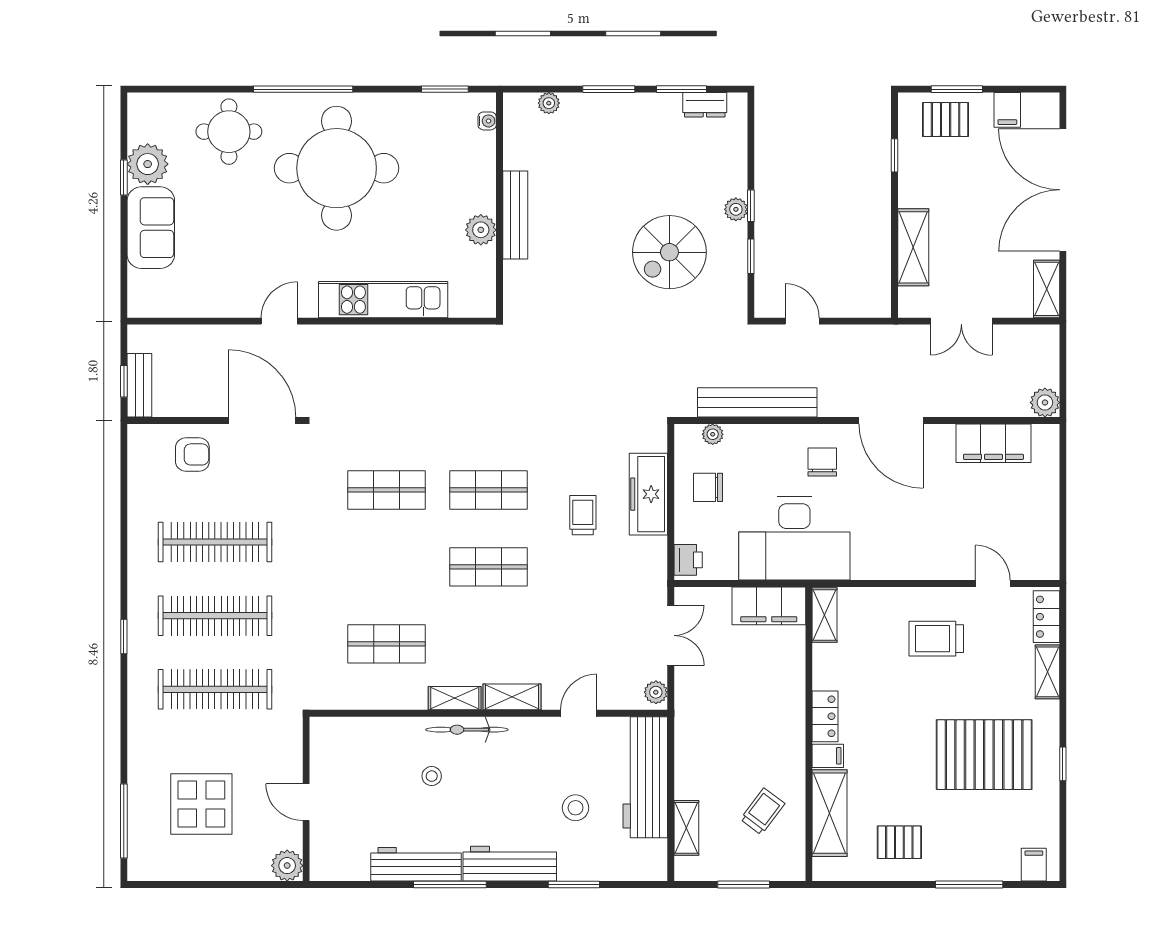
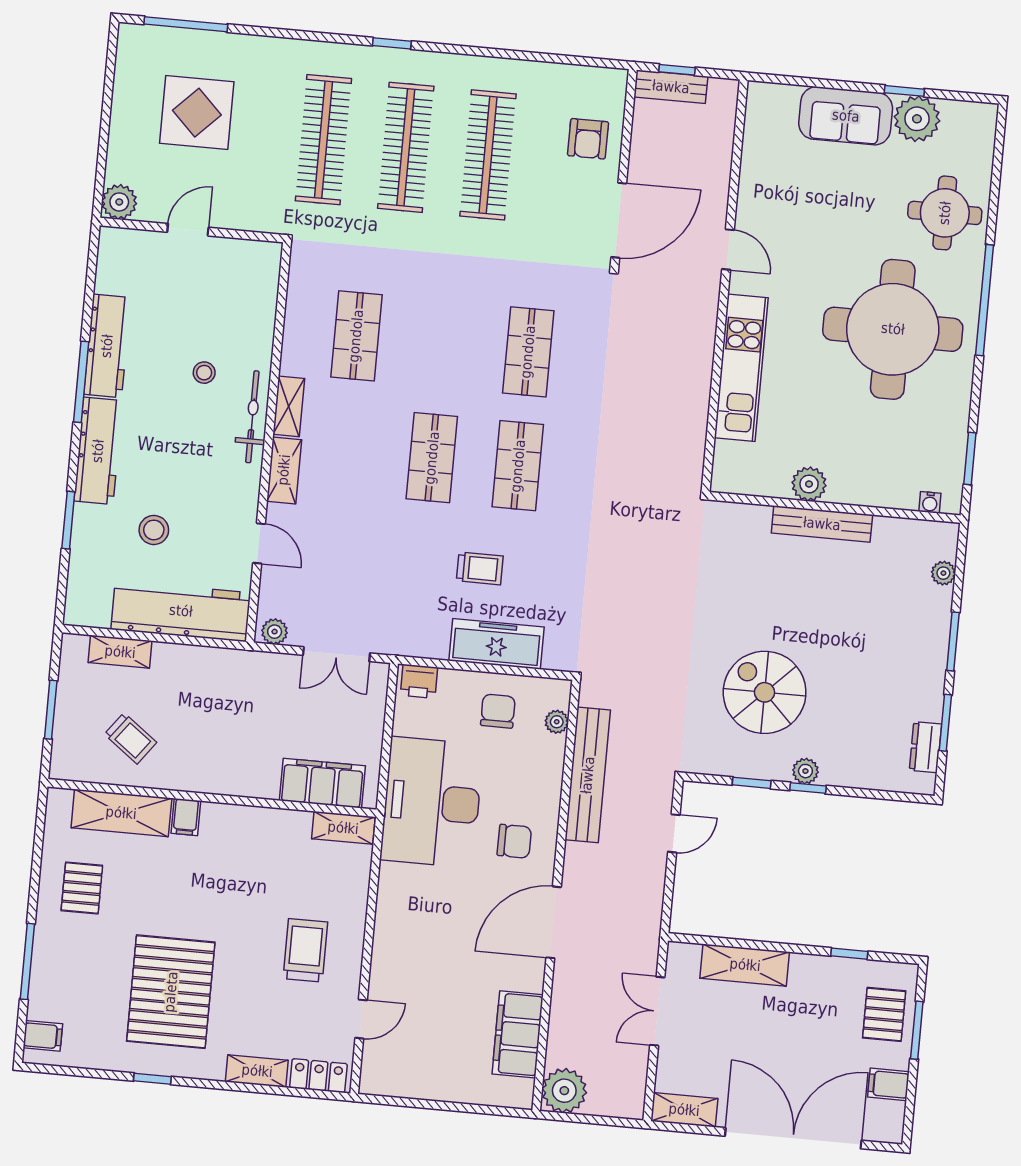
plant: (1045, 403) -> (564, 1091), width x1.36, depth x1.36
filing cabinet: (769, 606) -> (322, 783), moved, turned 90
locker: (825, 716) -> (230, 818), removed

